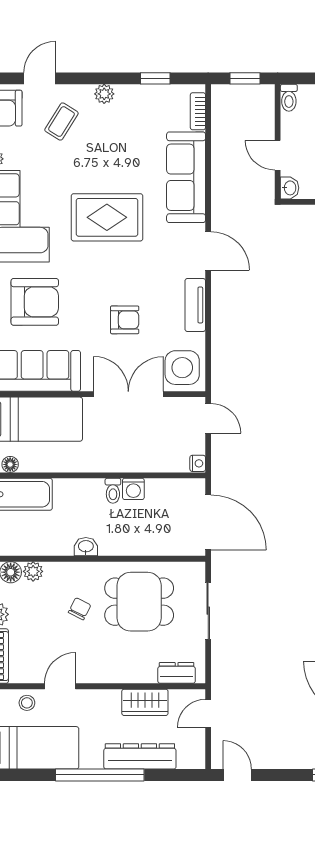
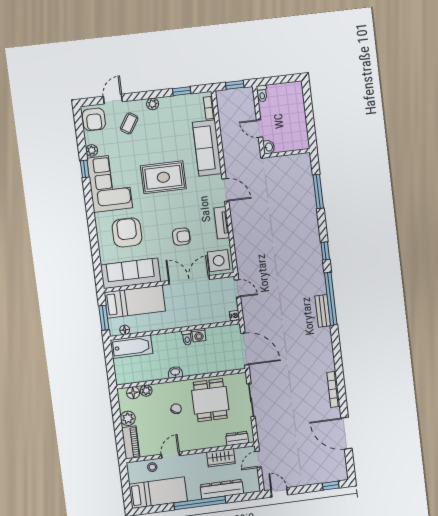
armchair: (35, 302) -> (127, 232), turned -90
dining table: (139, 602) -> (210, 400), turned 90

